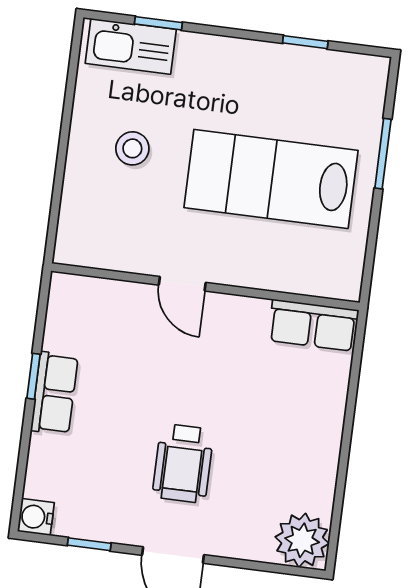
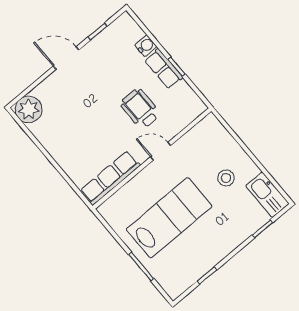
kitchen sink: (131, 46) -> (267, 195), moved, turned -90
row of seats: (313, 325) -> (110, 178), width x1.48
wheelchair: (183, 463) -> (140, 109), moved
water cooler: (36, 517) -> (146, 46), moved

